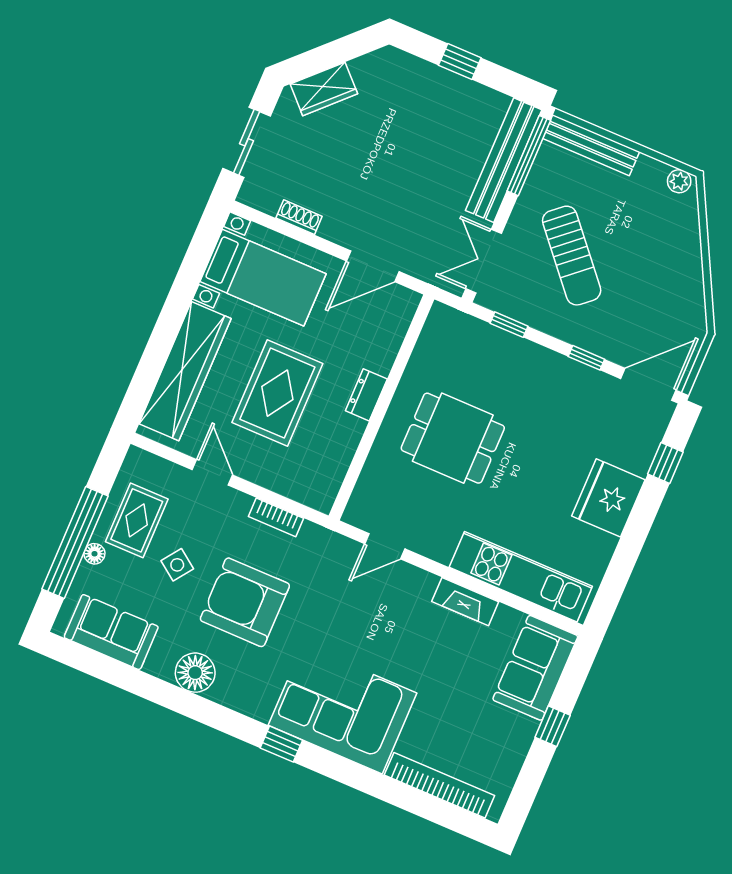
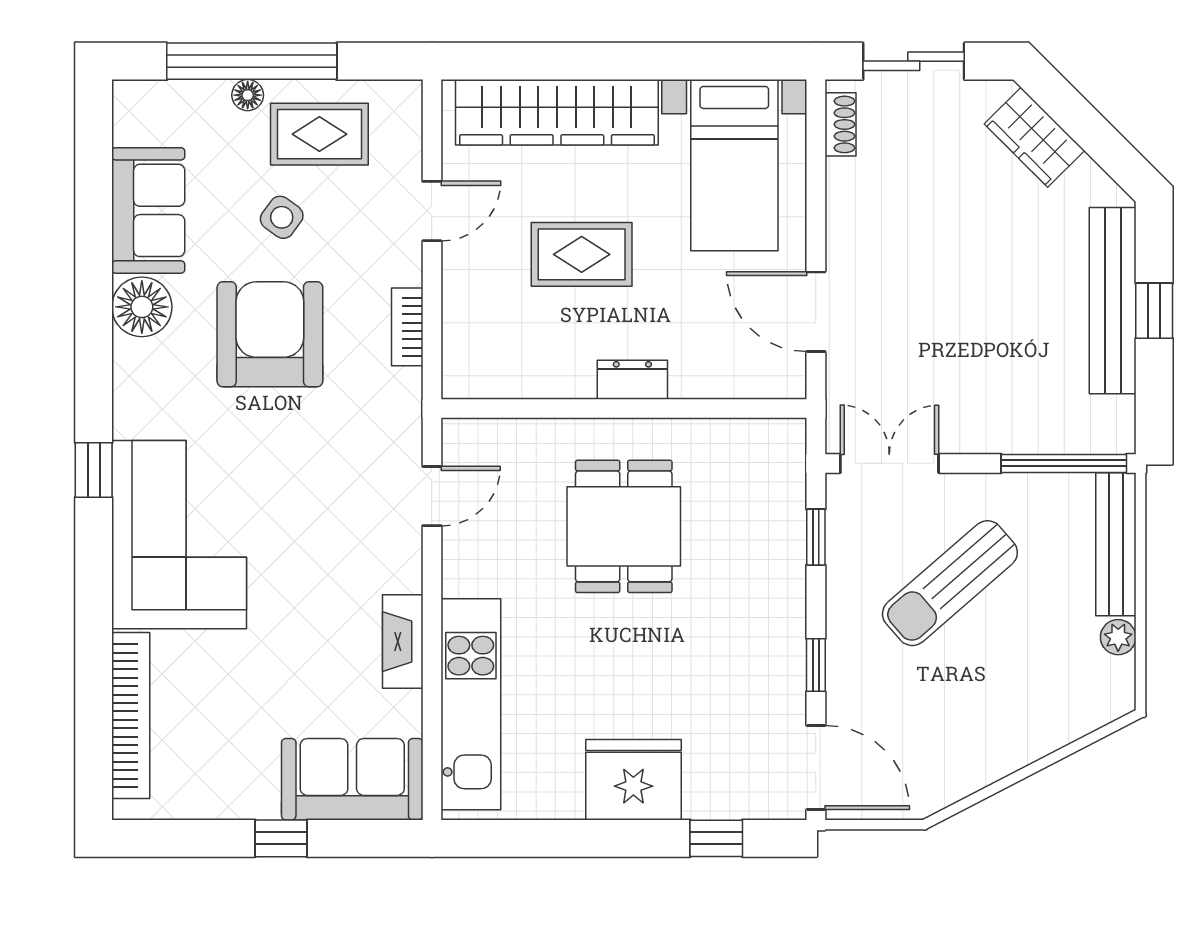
bench: (504, 160) -> (1113, 301), moved, turned 90
plant: (679, 181) -> (1118, 637), moved
shoe rack: (299, 217) -> (840, 124), moved
rug: (277, 393) -> (582, 254), width x0.73, depth x0.70
door: (385, 546) -> (432, 496), swing flipped
sofa: (111, 632) -> (148, 210), moved

